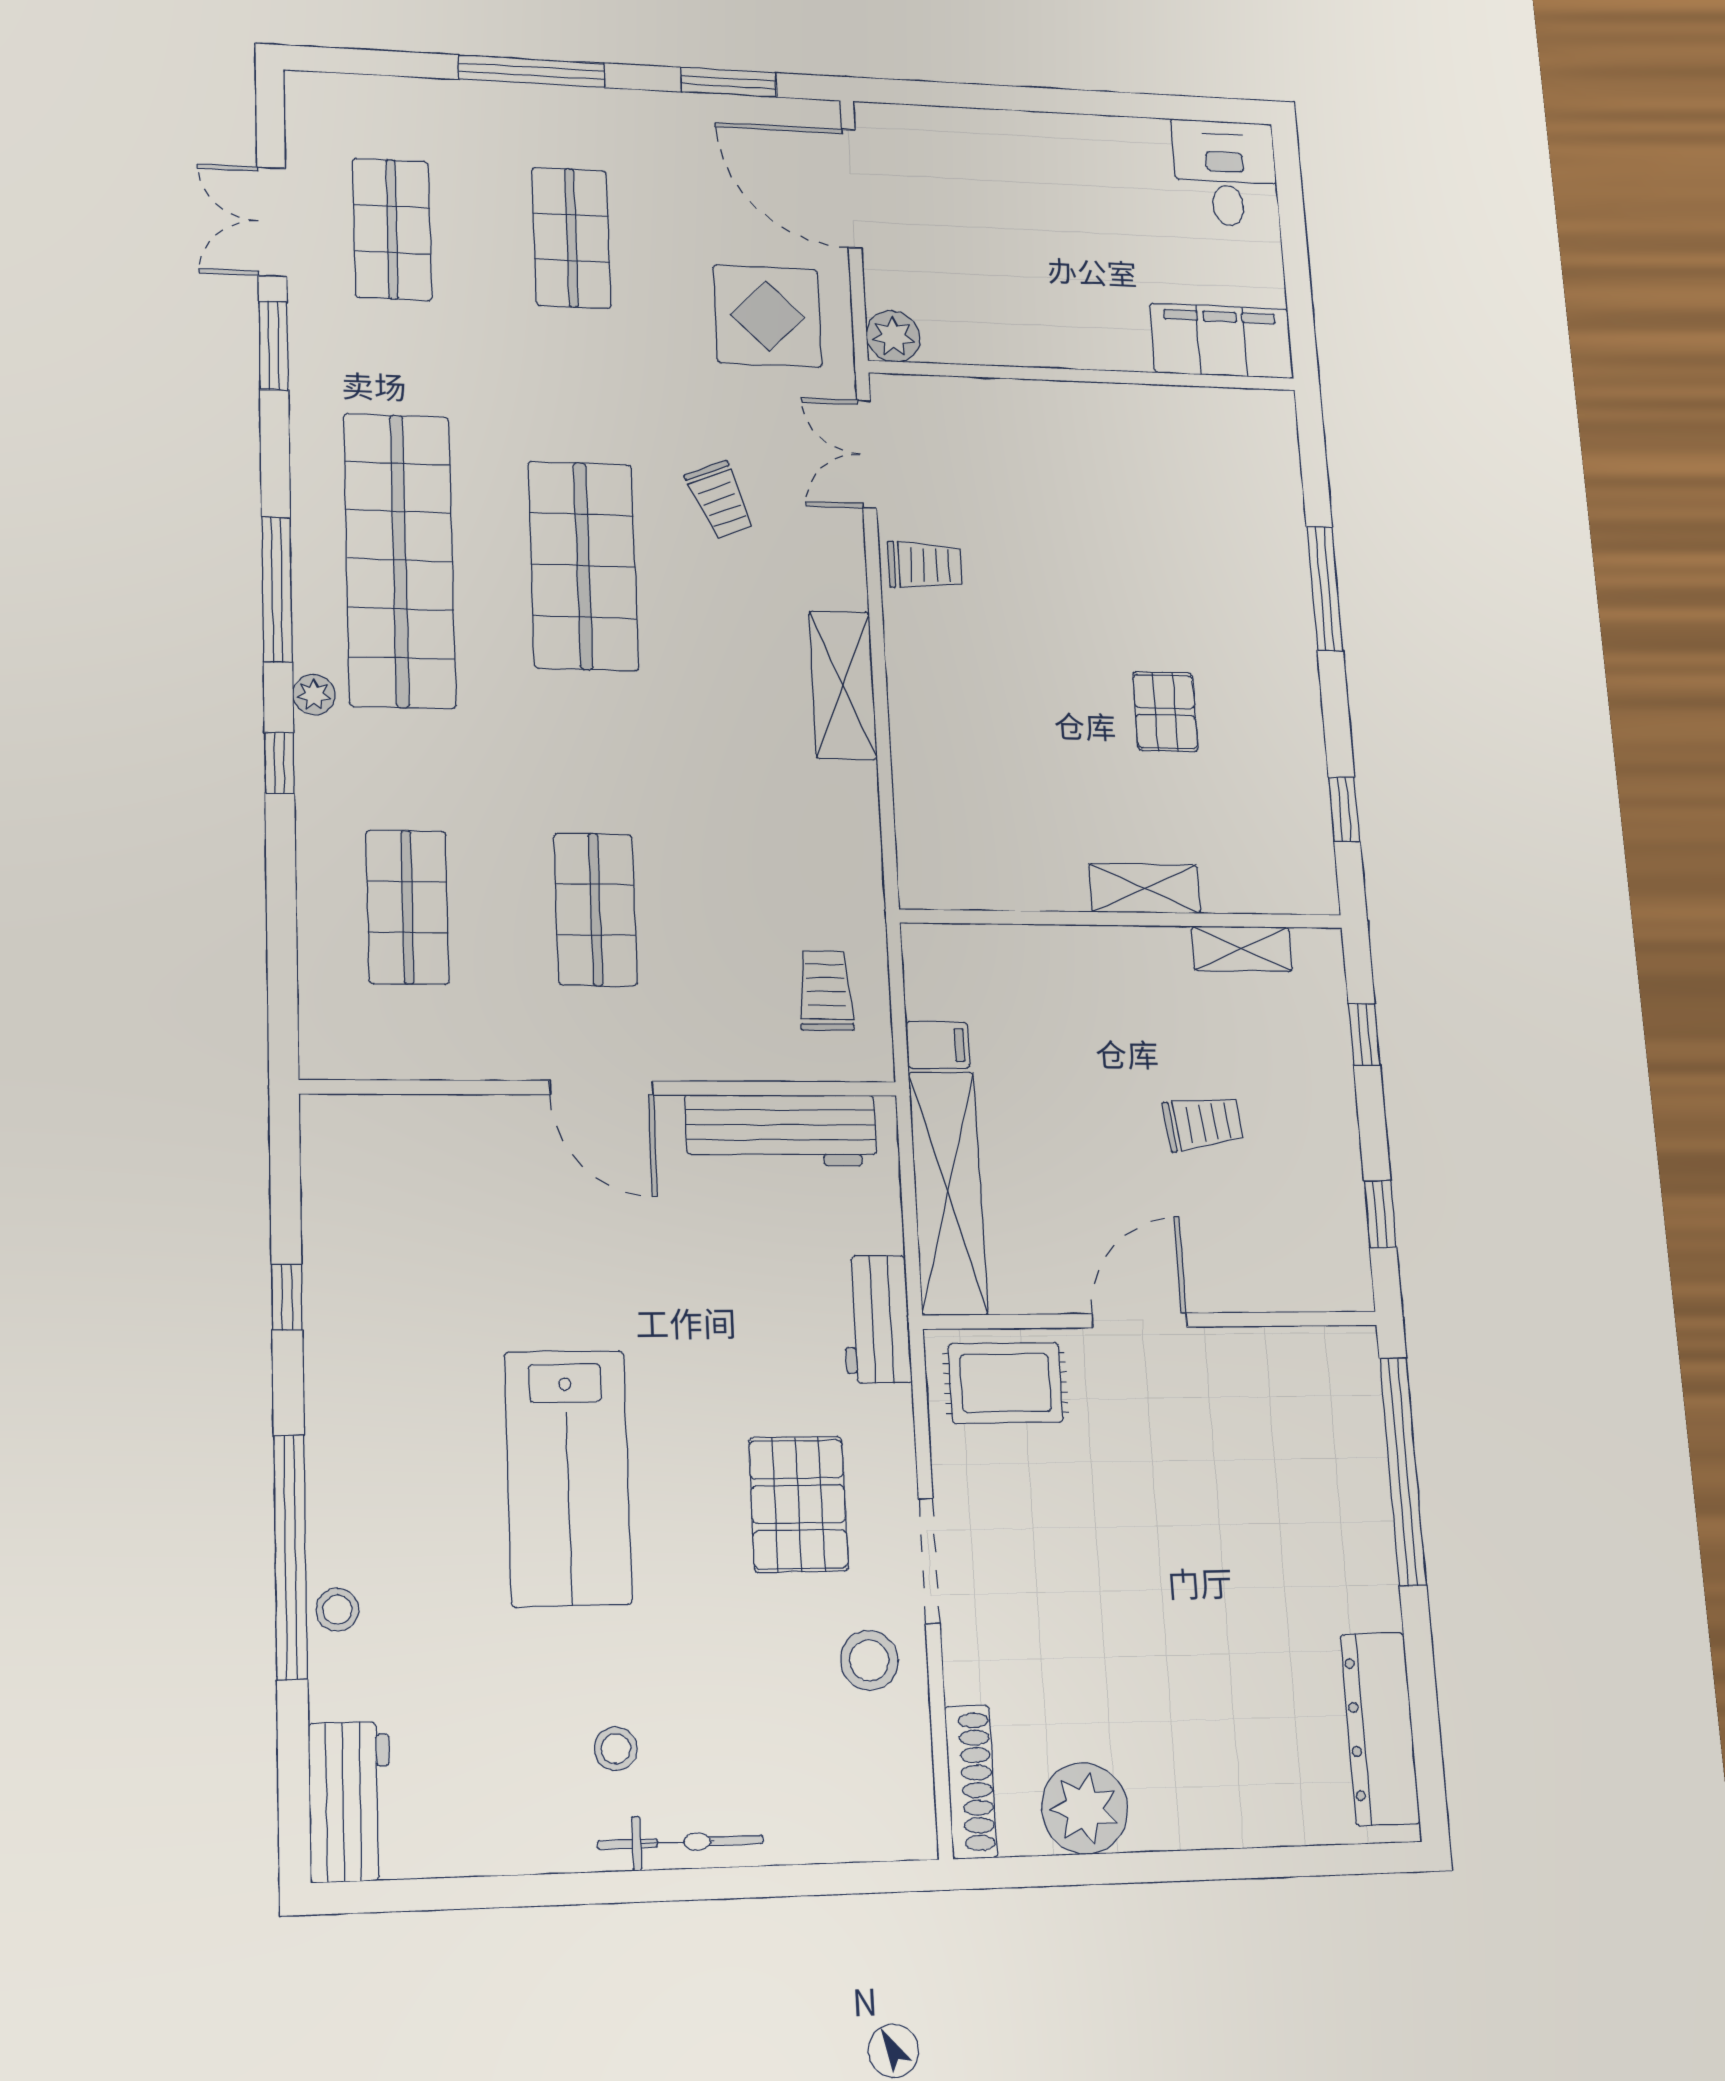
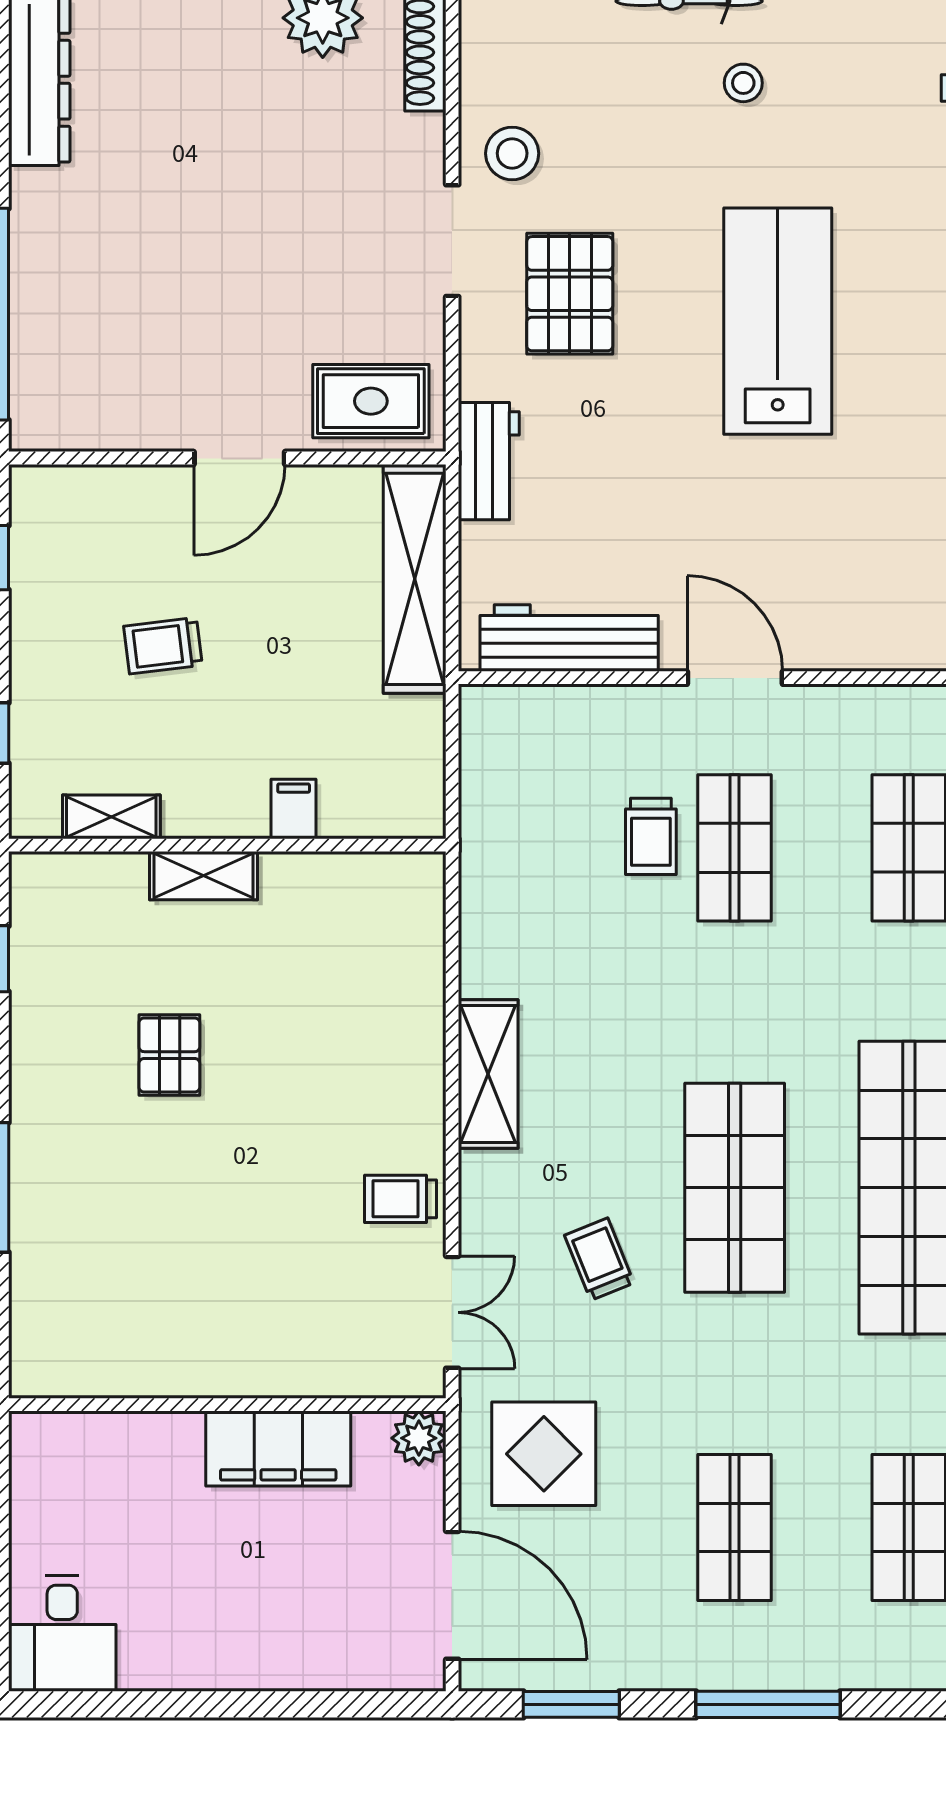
filing cabinet: (1222, 341) -> (278, 1449), moved
trolley: (826, 991) -> (651, 836), moved
filing cabinet: (938, 1045) -> (294, 809), moved, turned 90

